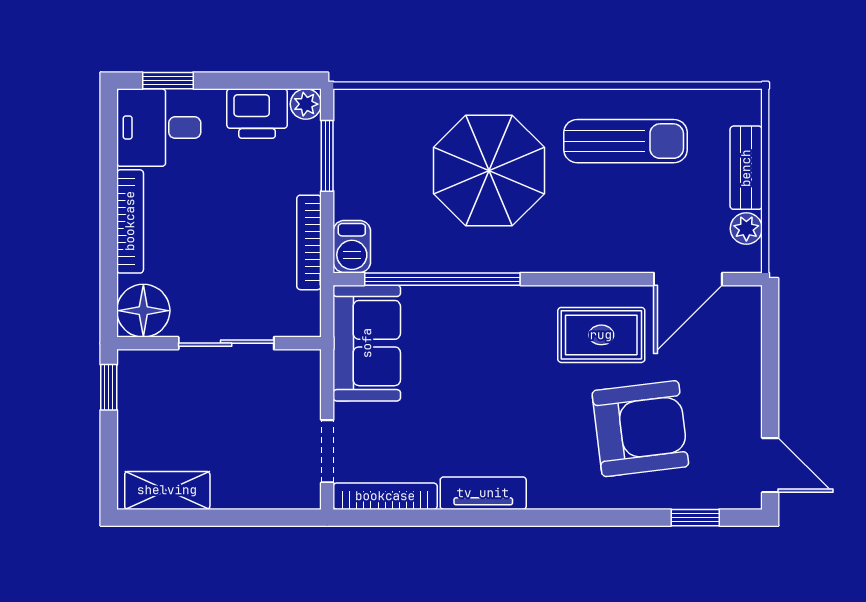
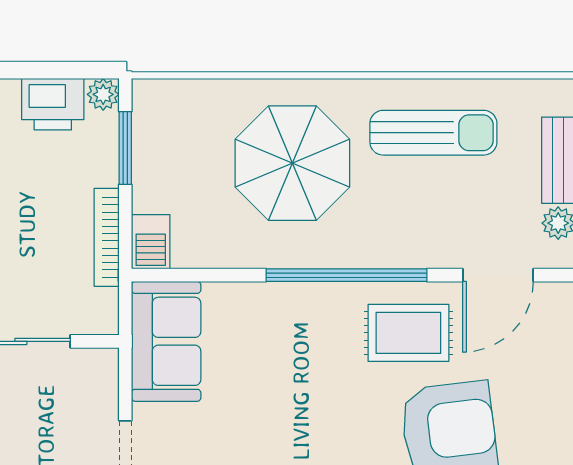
window: (442, 279) -> (347, 275), moved

